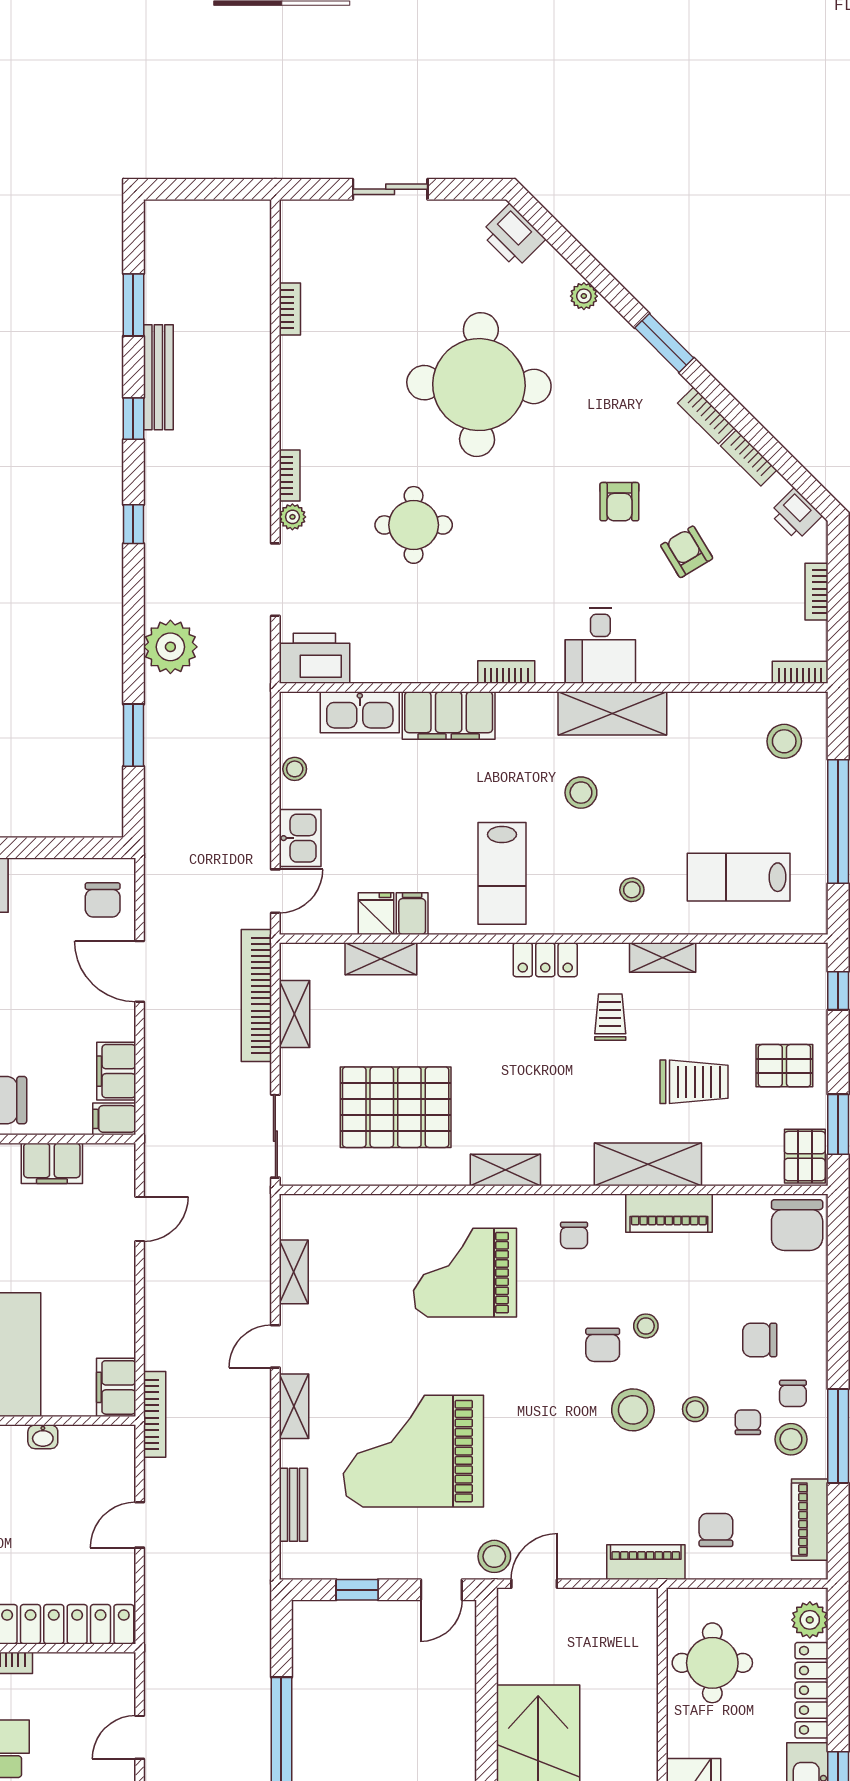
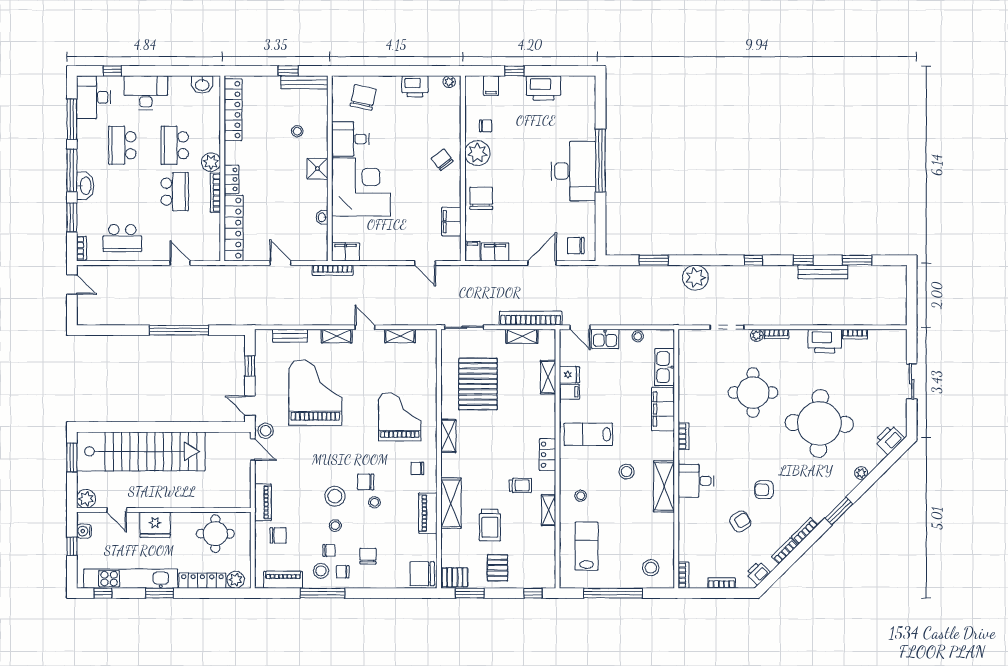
round table: (414, 525) -> (753, 393), width x1.36, depth x1.36
printer: (314, 658) -> (825, 341), moved, turned 90

